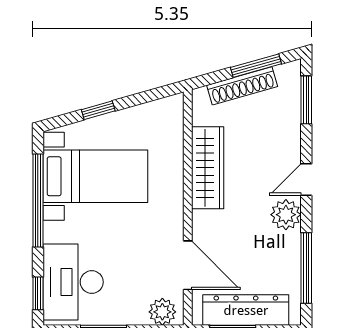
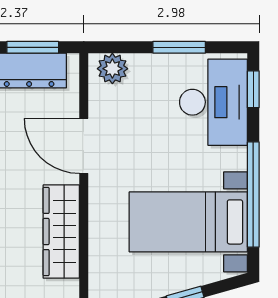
door: (188, 265) -> (84, 146), moved

